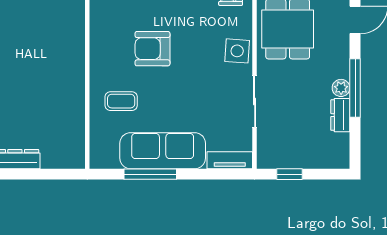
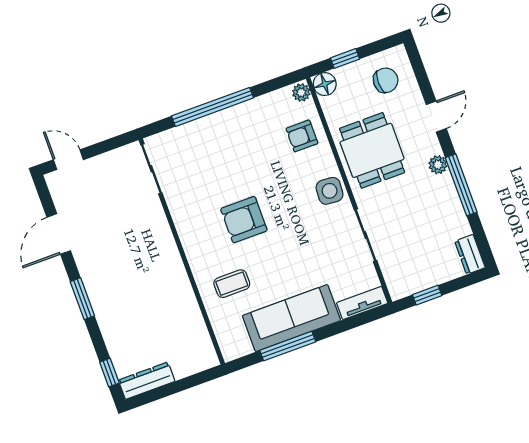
plant: (341, 88) -> (438, 165), moved
dresser: (340, 115) -> (470, 254), moved

